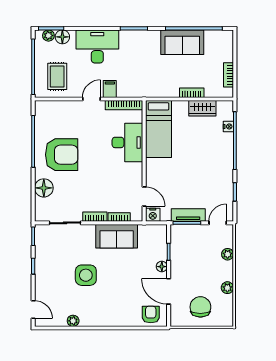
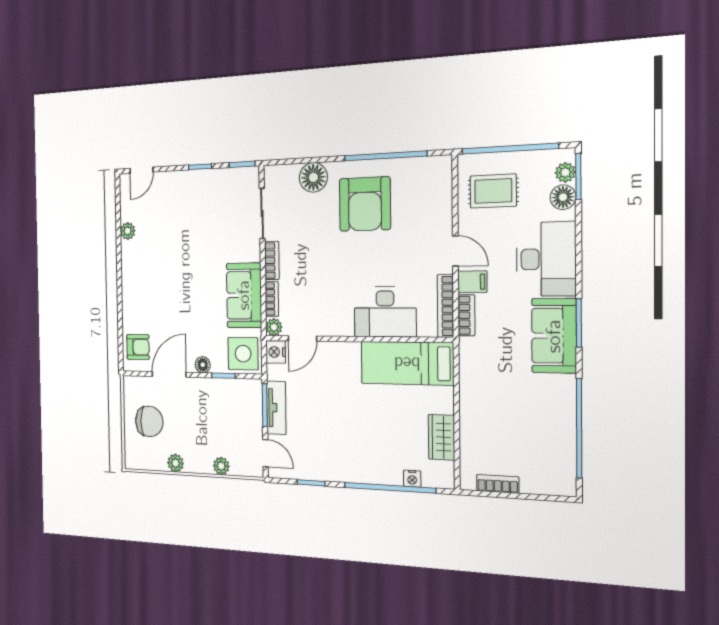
sofa: (182, 42) -> (554, 336), moved
bookcase: (192, 93) -> (466, 315), moved
plant: (137, 216) -> (274, 327), added
side table: (86, 275) -> (243, 354), moved

